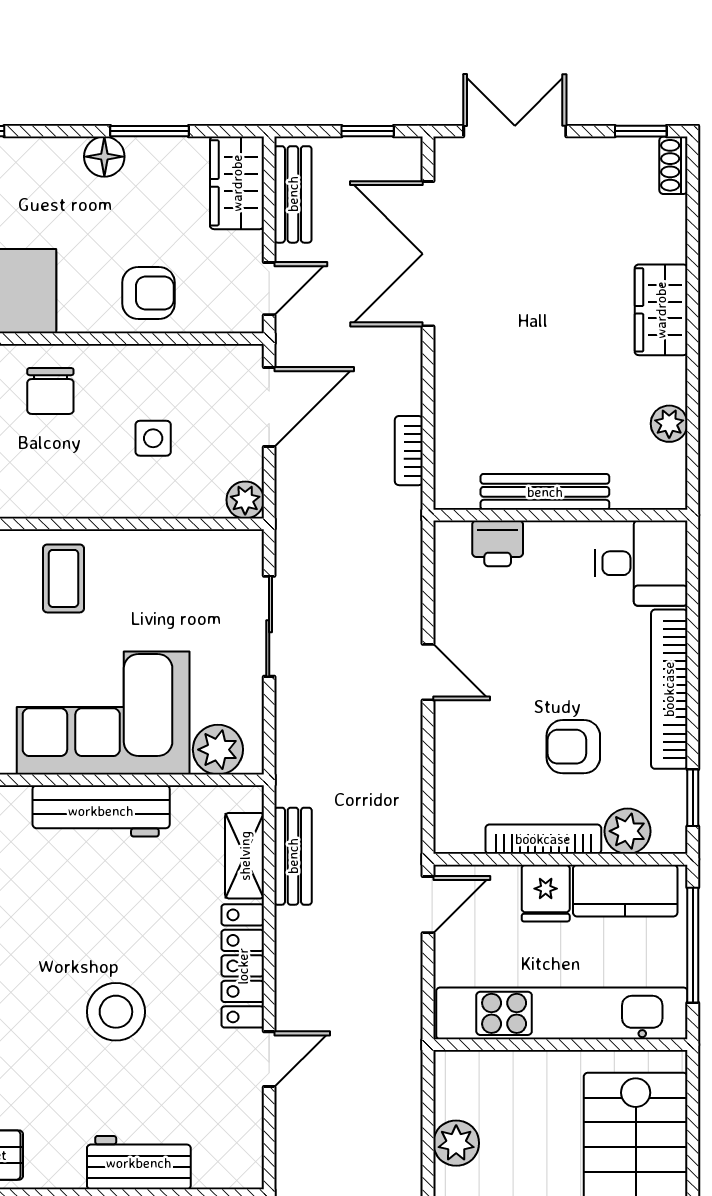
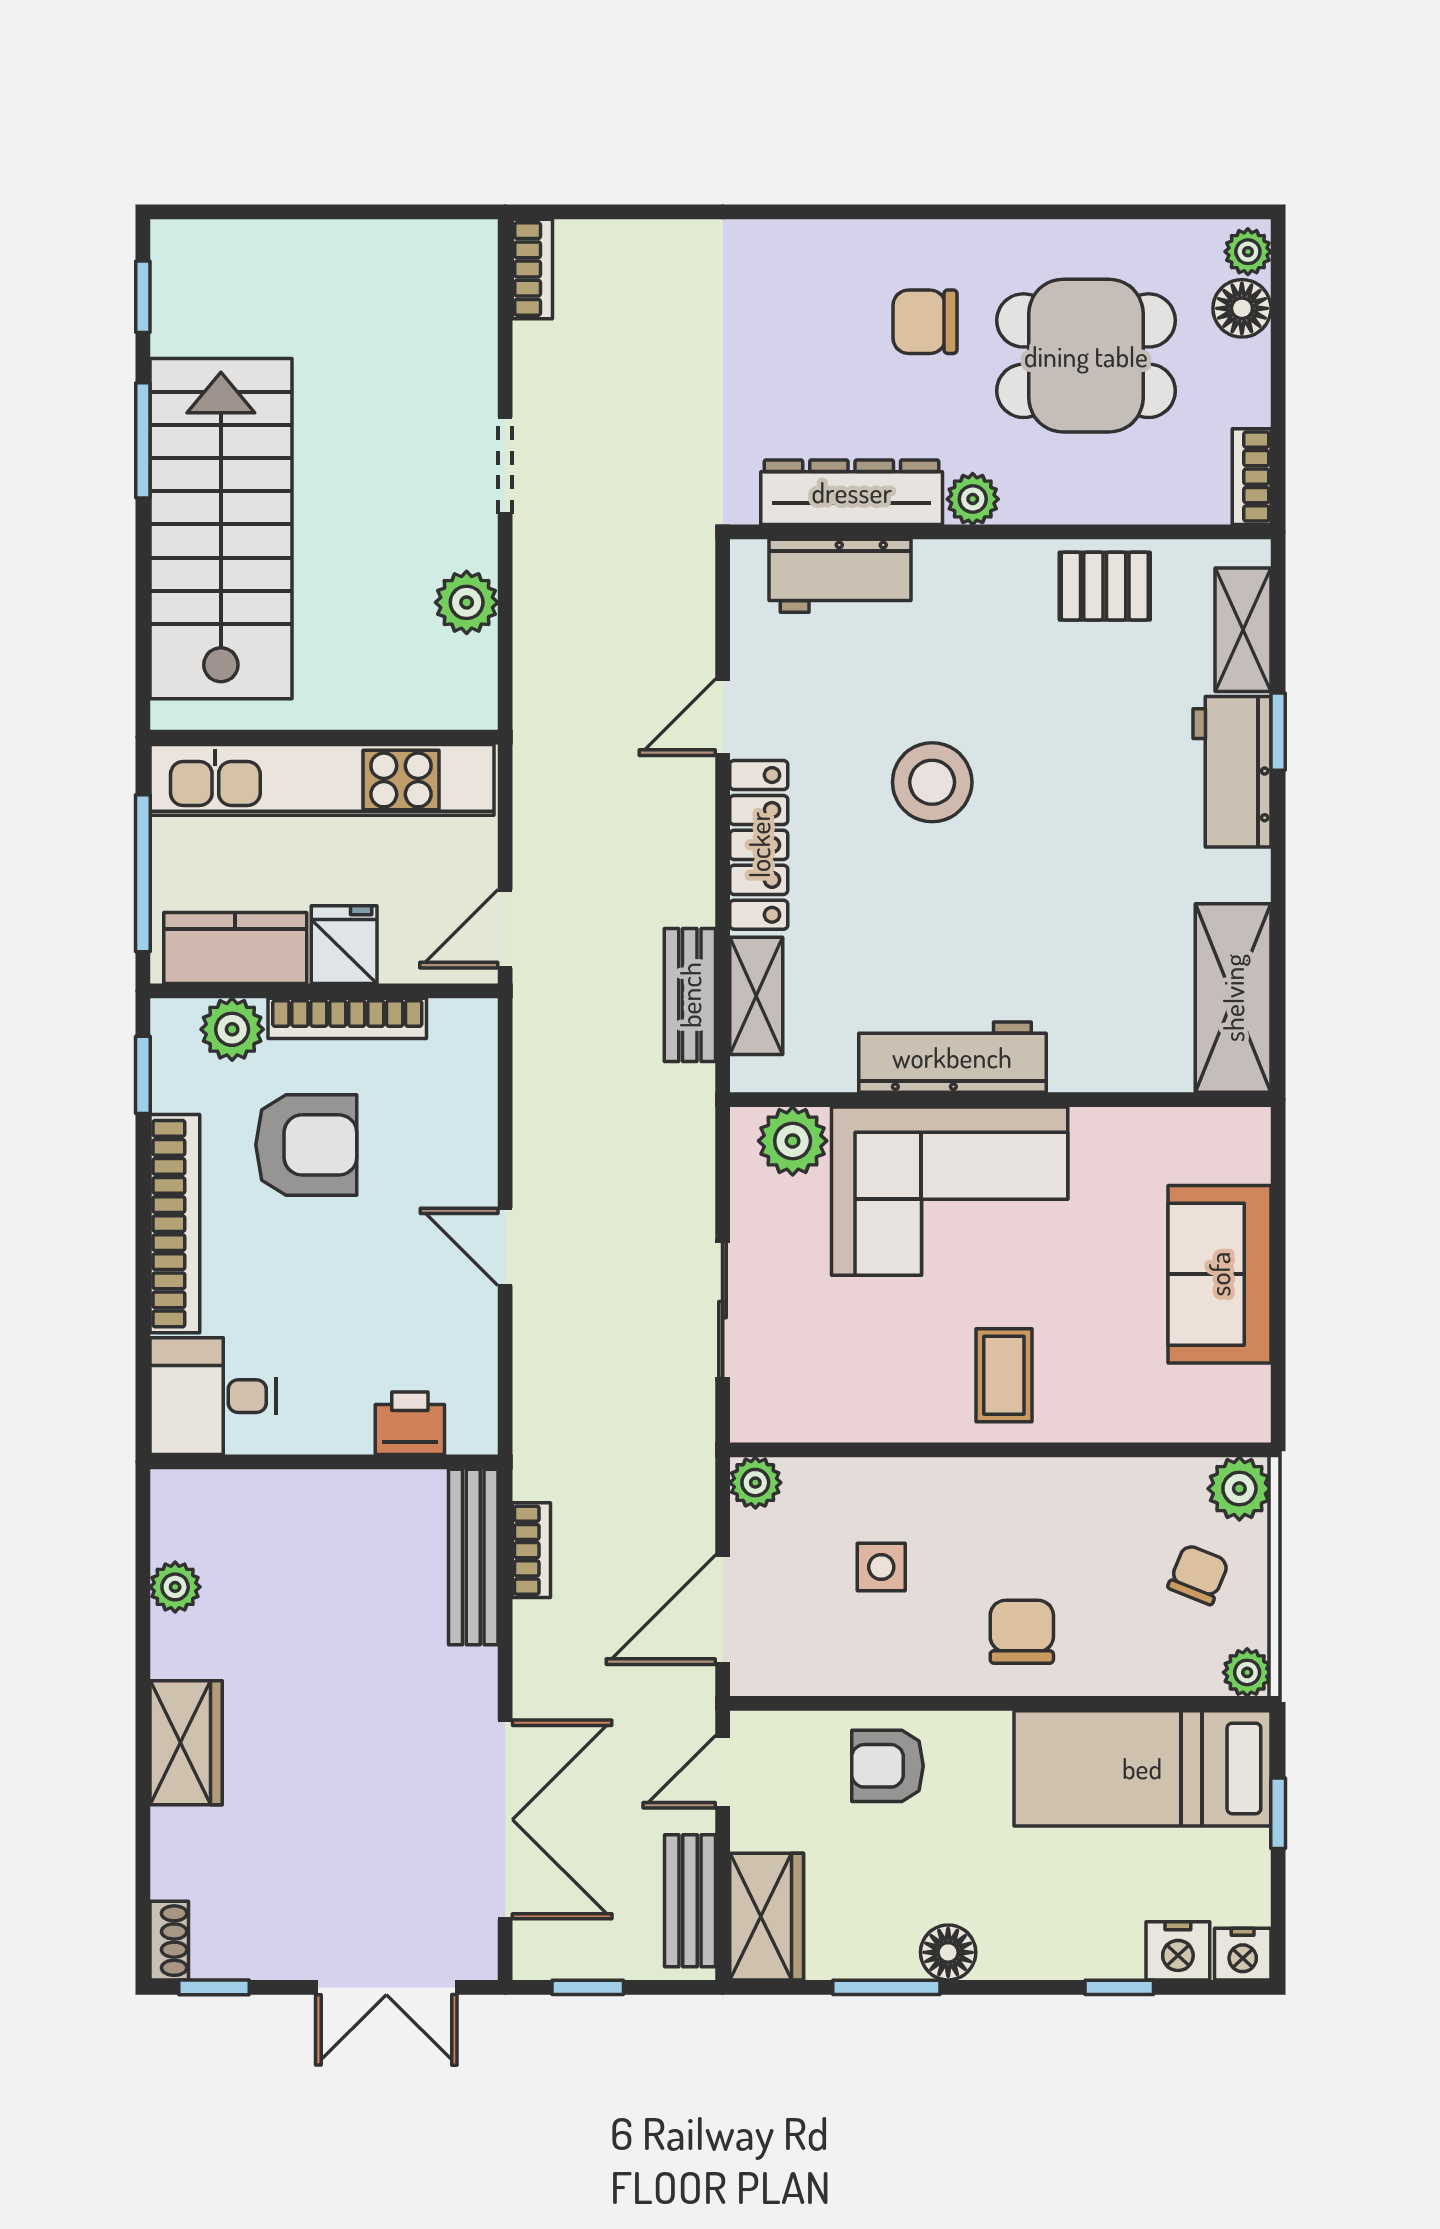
bench: (545, 492) -> (473, 1557), moved, turned 90
armchair: (573, 747) -> (306, 1145), width x1.38, depth x1.38
workbench: (139, 1163) -> (840, 576), moved

